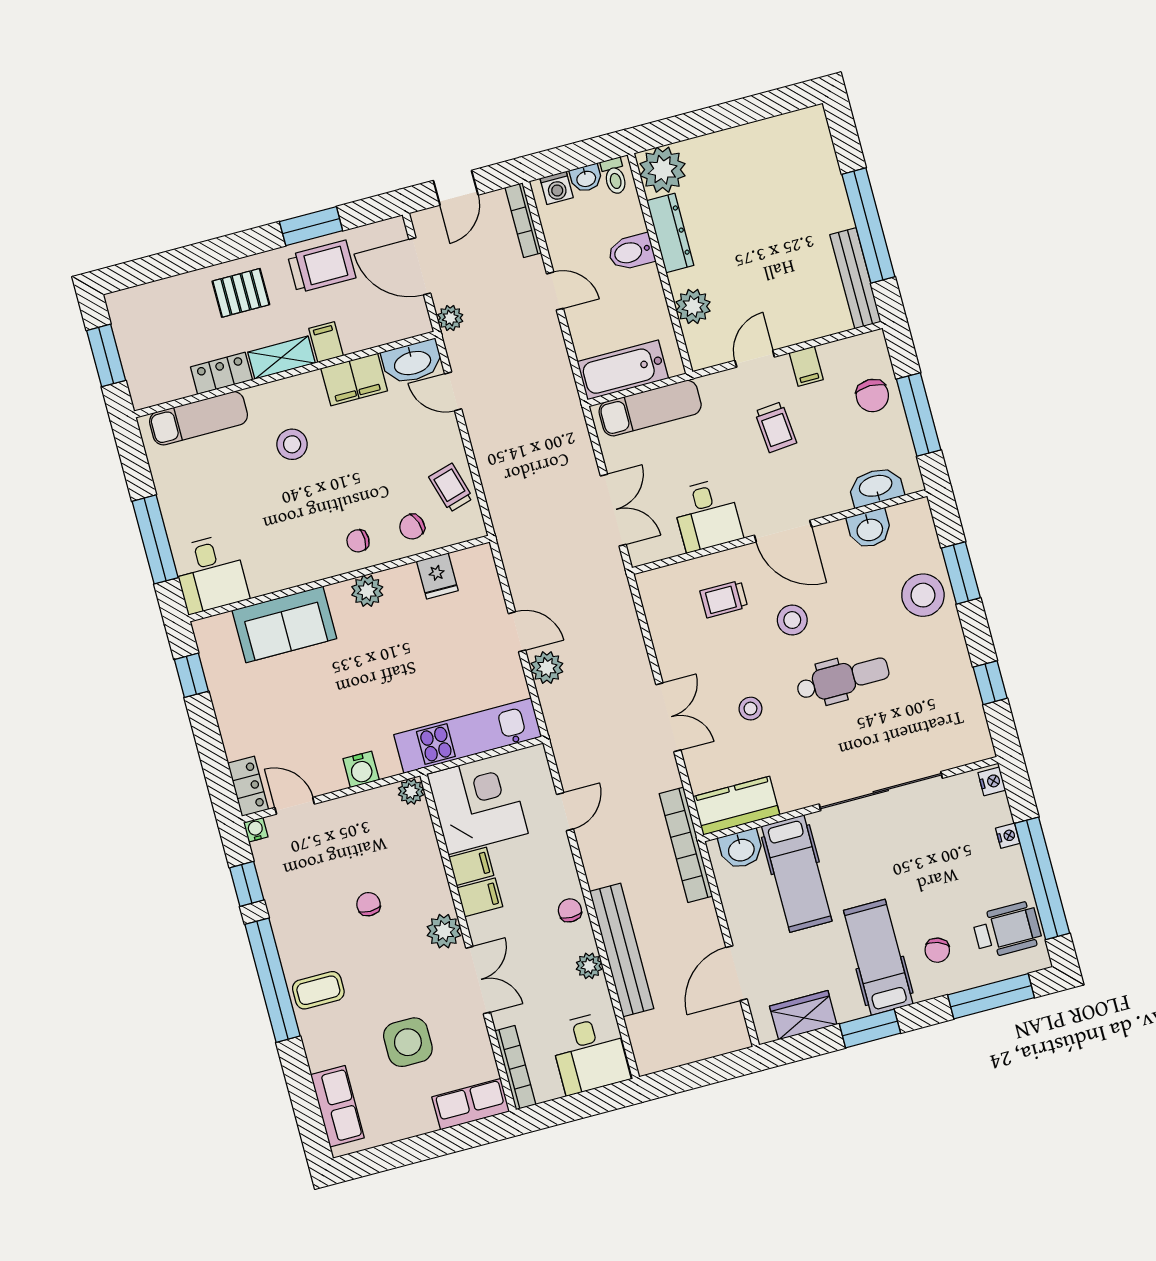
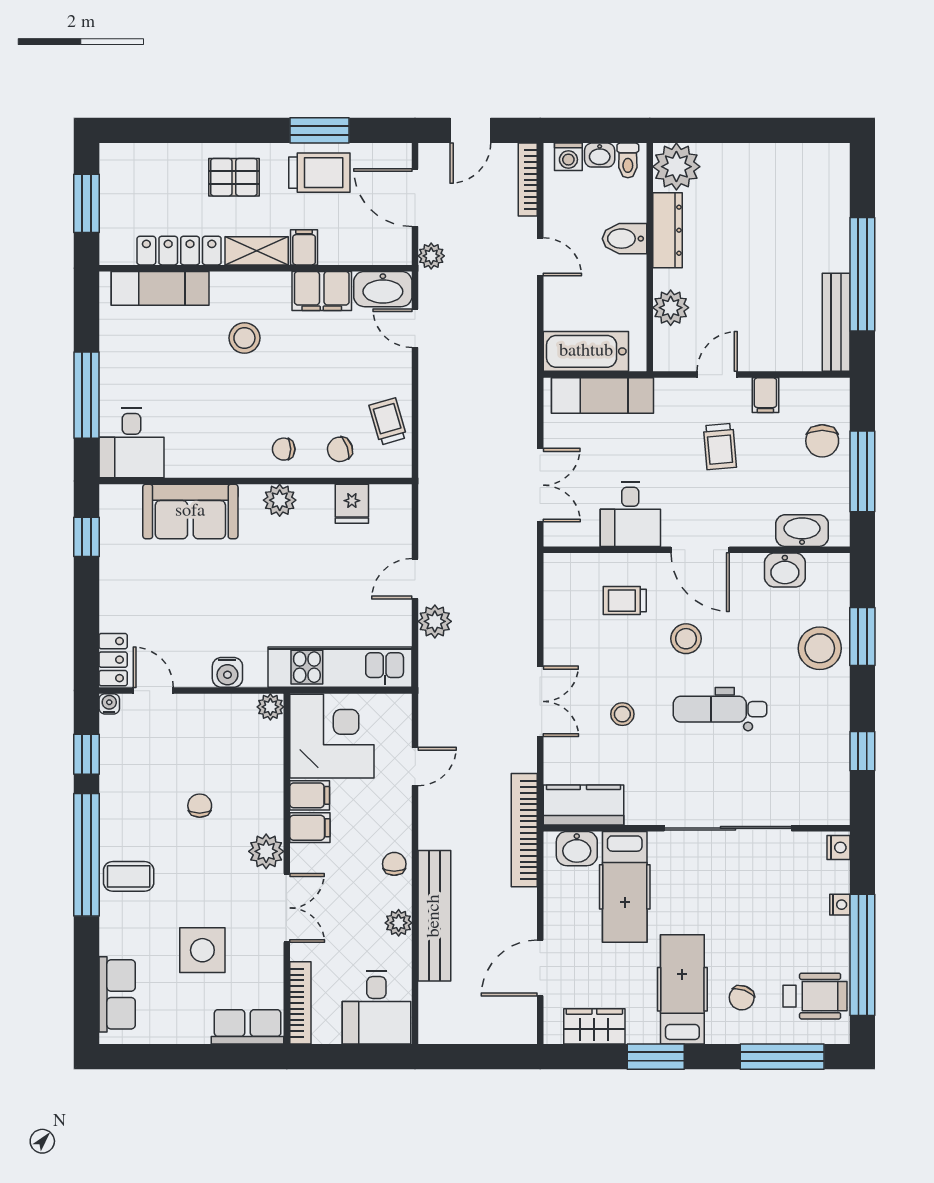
locker: (221, 373) -> (179, 251), width x1.53
door: (517, 632) -> (415, 579), swing flipped
dental chair: (843, 679) -> (720, 709), turned 180

